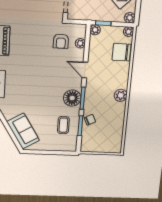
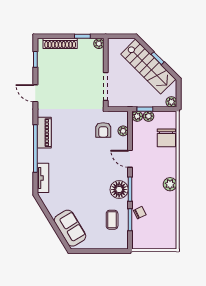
plant: (129, 32) -> (148, 116), moved
chair: (122, 52) -> (166, 138), turned -90

